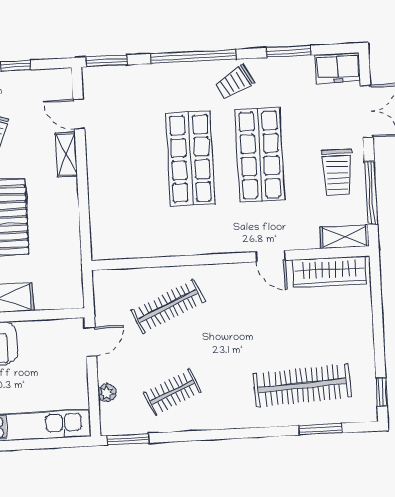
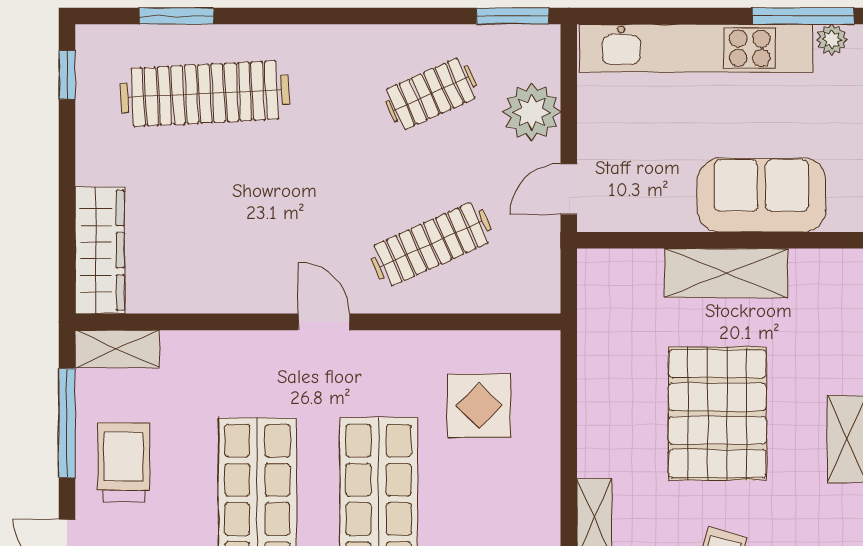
display table: (136, 215) -> (479, 406), added
door: (271, 256) -> (324, 322), moved
wardrobe: (329, 272) -> (100, 250), moved, turned 90
plant: (107, 393) -> (532, 112), width x1.88, depth x1.88

